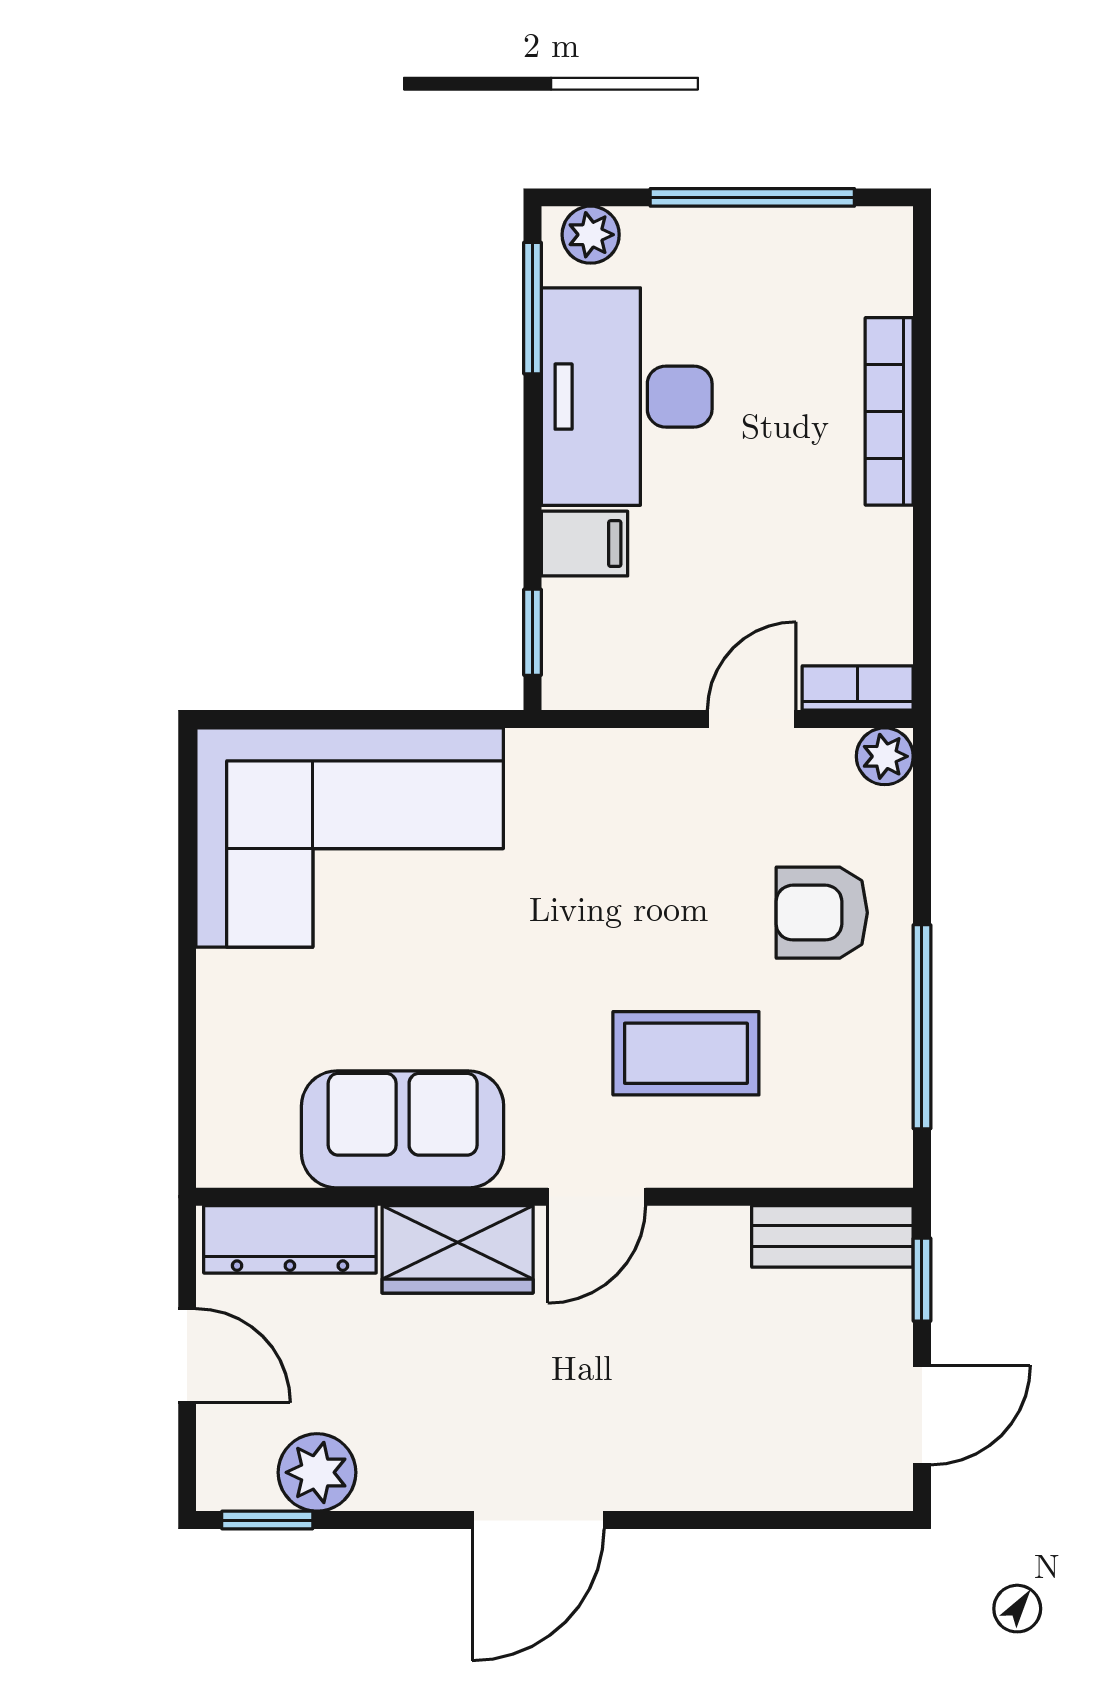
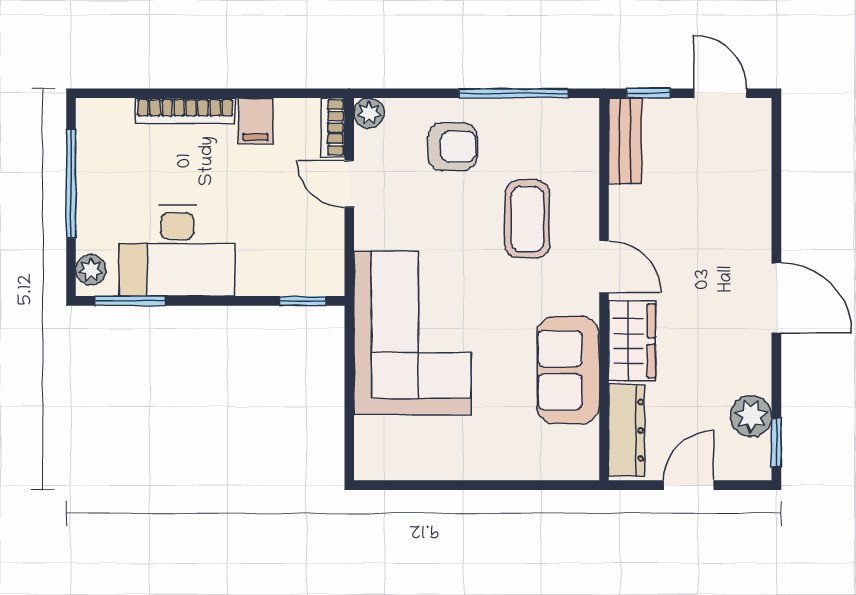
filing cabinet: (585, 544) -> (255, 121), moved, turned 180
corner sofa: (350, 838) -> (412, 333), moved
armchair: (822, 913) -> (452, 147), turned -90

